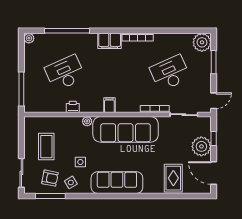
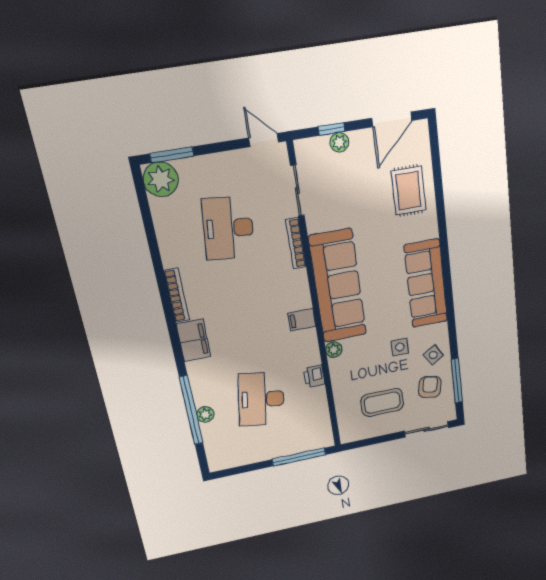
plant: (29, 38) -> (205, 414), moved
window: (214, 62) -> (172, 155), moved
desk: (65, 73) -> (261, 399), turned 33
desk: (170, 73) -> (228, 228), turned 30
plant: (201, 146) -> (339, 142), width x0.53, depth x0.53
rug: (173, 178) -> (409, 191), turned 90

